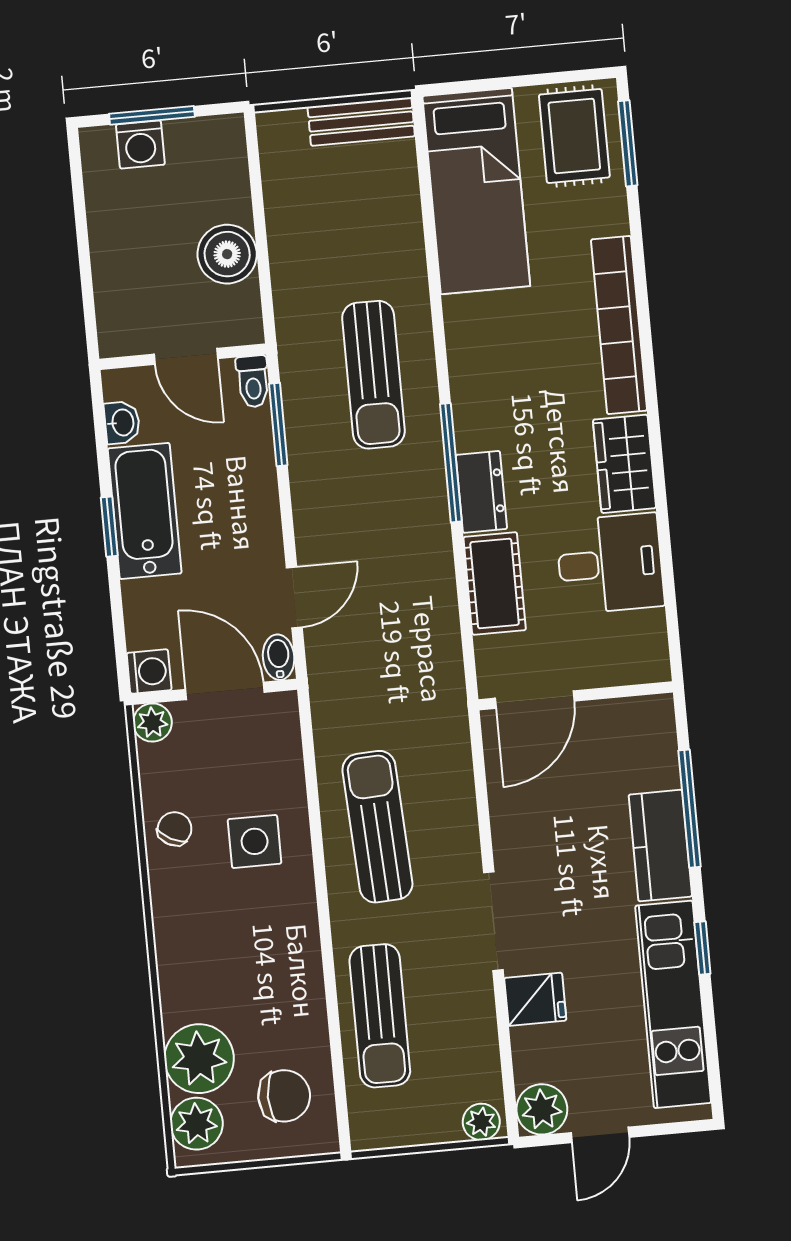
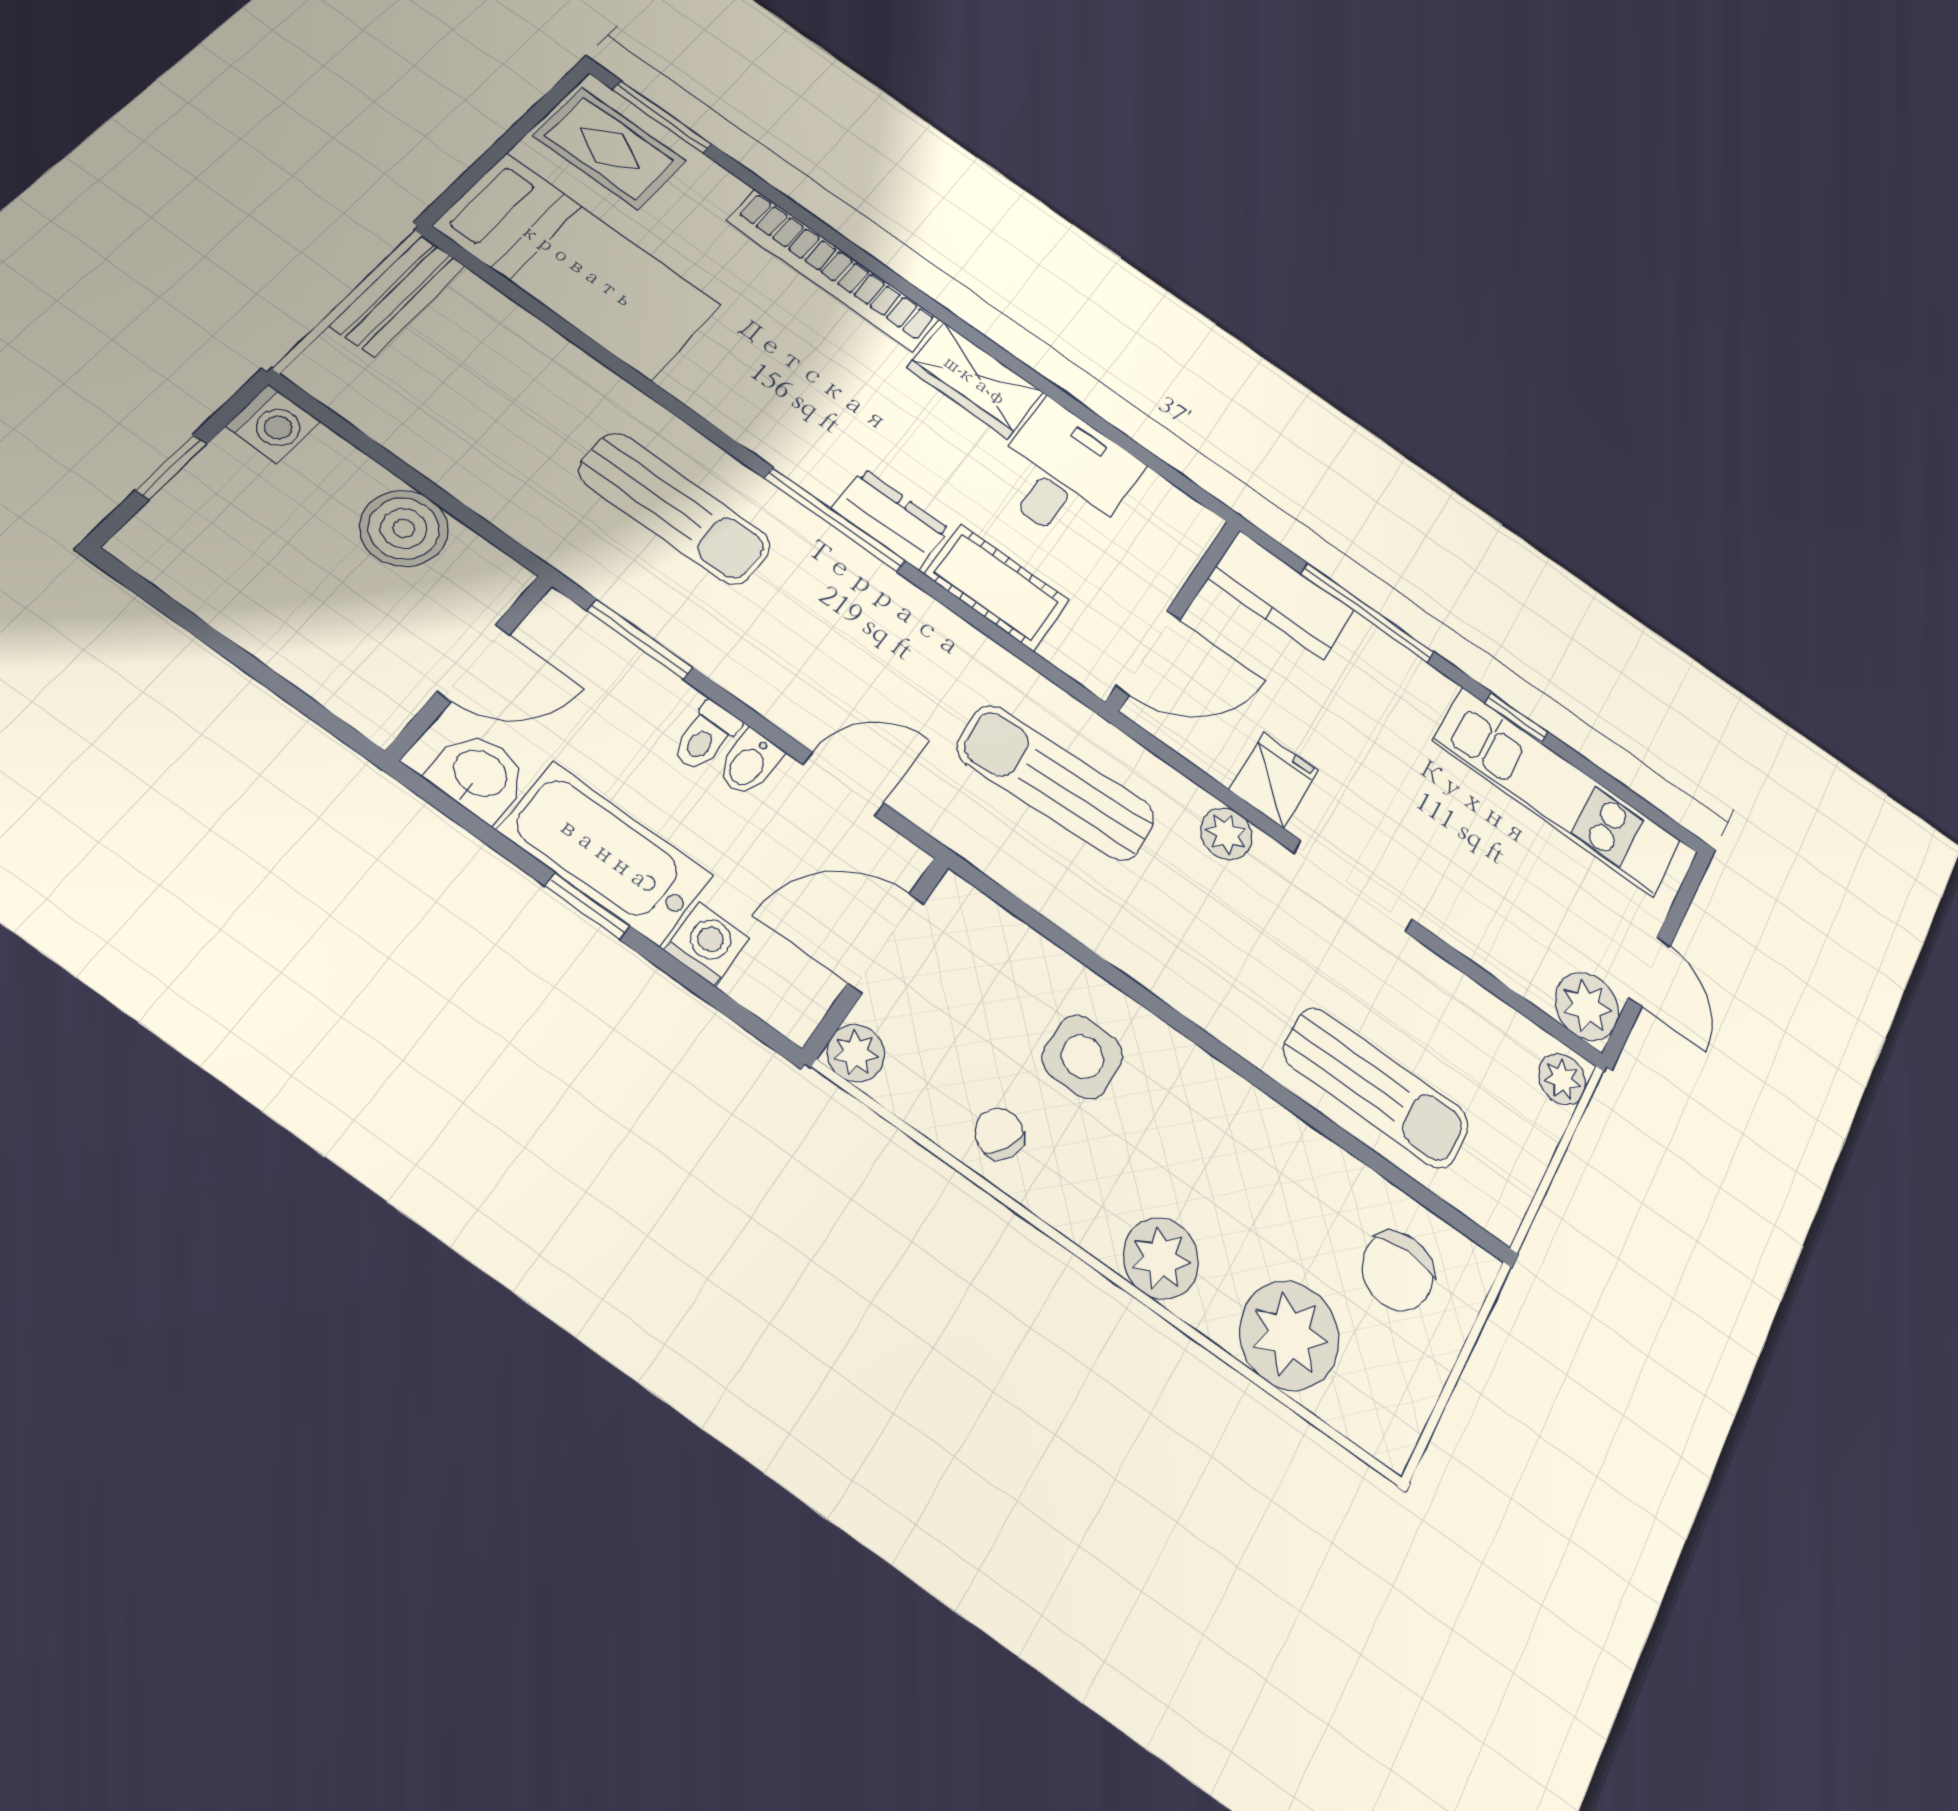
window: (152, 115) -> (171, 467), width x0.67
washing machine: (140, 145) -> (273, 424), moved
toilet: (253, 381) -> (706, 737), moved, turned 90
washbasin: (122, 423) -> (479, 775), width x1.38, depth x1.45
door: (294, 597) -> (844, 784), hinge flipped
bidet: (279, 657) -> (749, 763), moved, turned -90
washing machine: (149, 671) -> (707, 944), moved
door: (535, 700) -> (1148, 653), hinge flipped
plant: (459, 826) -> (1226, 834), added
sun lounger: (377, 827) -> (1056, 783), moved
kitchen counter: (660, 846) -> (1281, 595), moved
fridge: (535, 999) -> (1274, 780), moved
chair: (284, 1096) -> (1398, 1271), turned 180
plant: (197, 1124) -> (1161, 1258), moved

